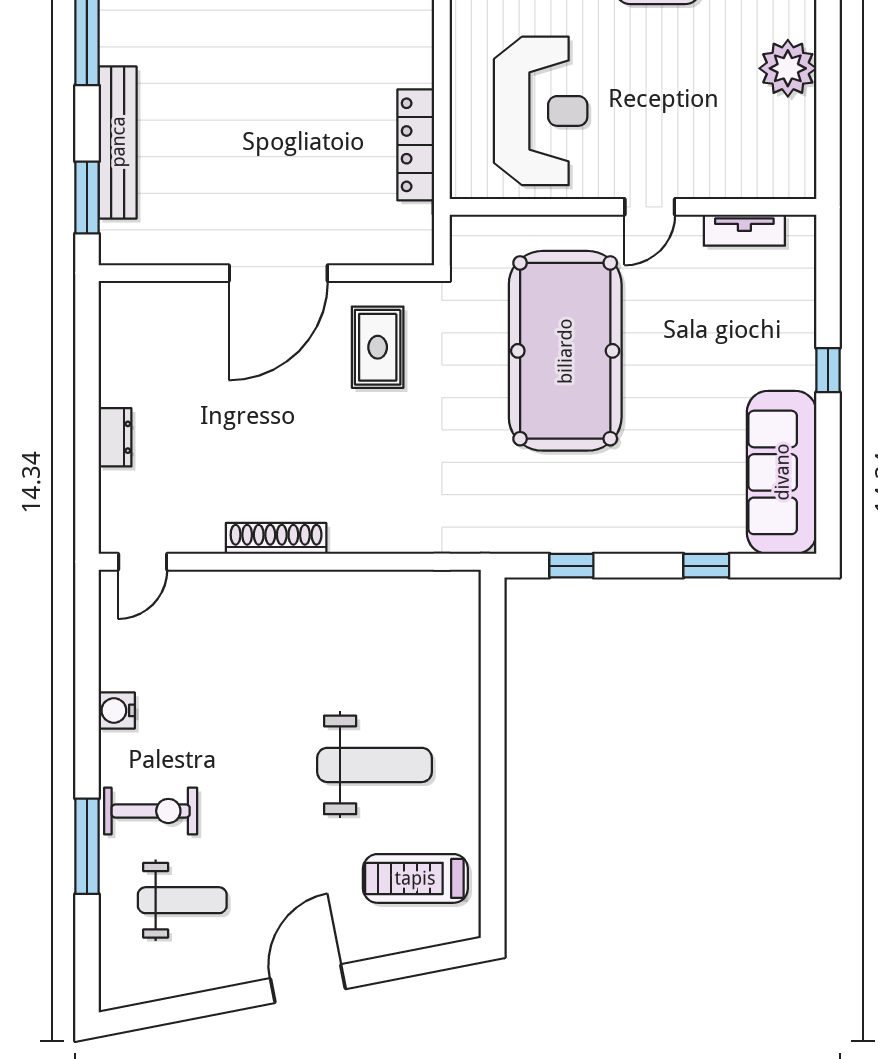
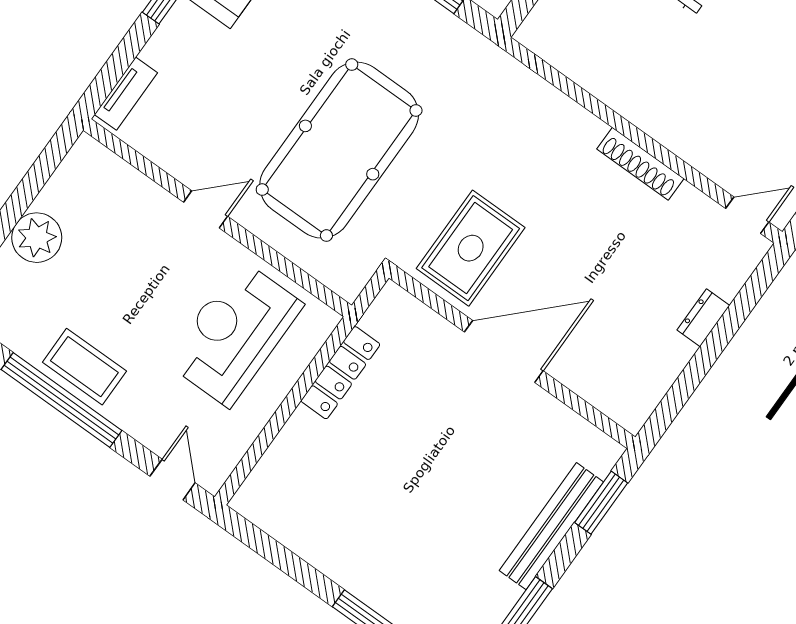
tv unit: (744, 230) -> (126, 94), moved, turned 90
rug: (378, 347) -> (471, 248), width x1.36, depth x1.43

